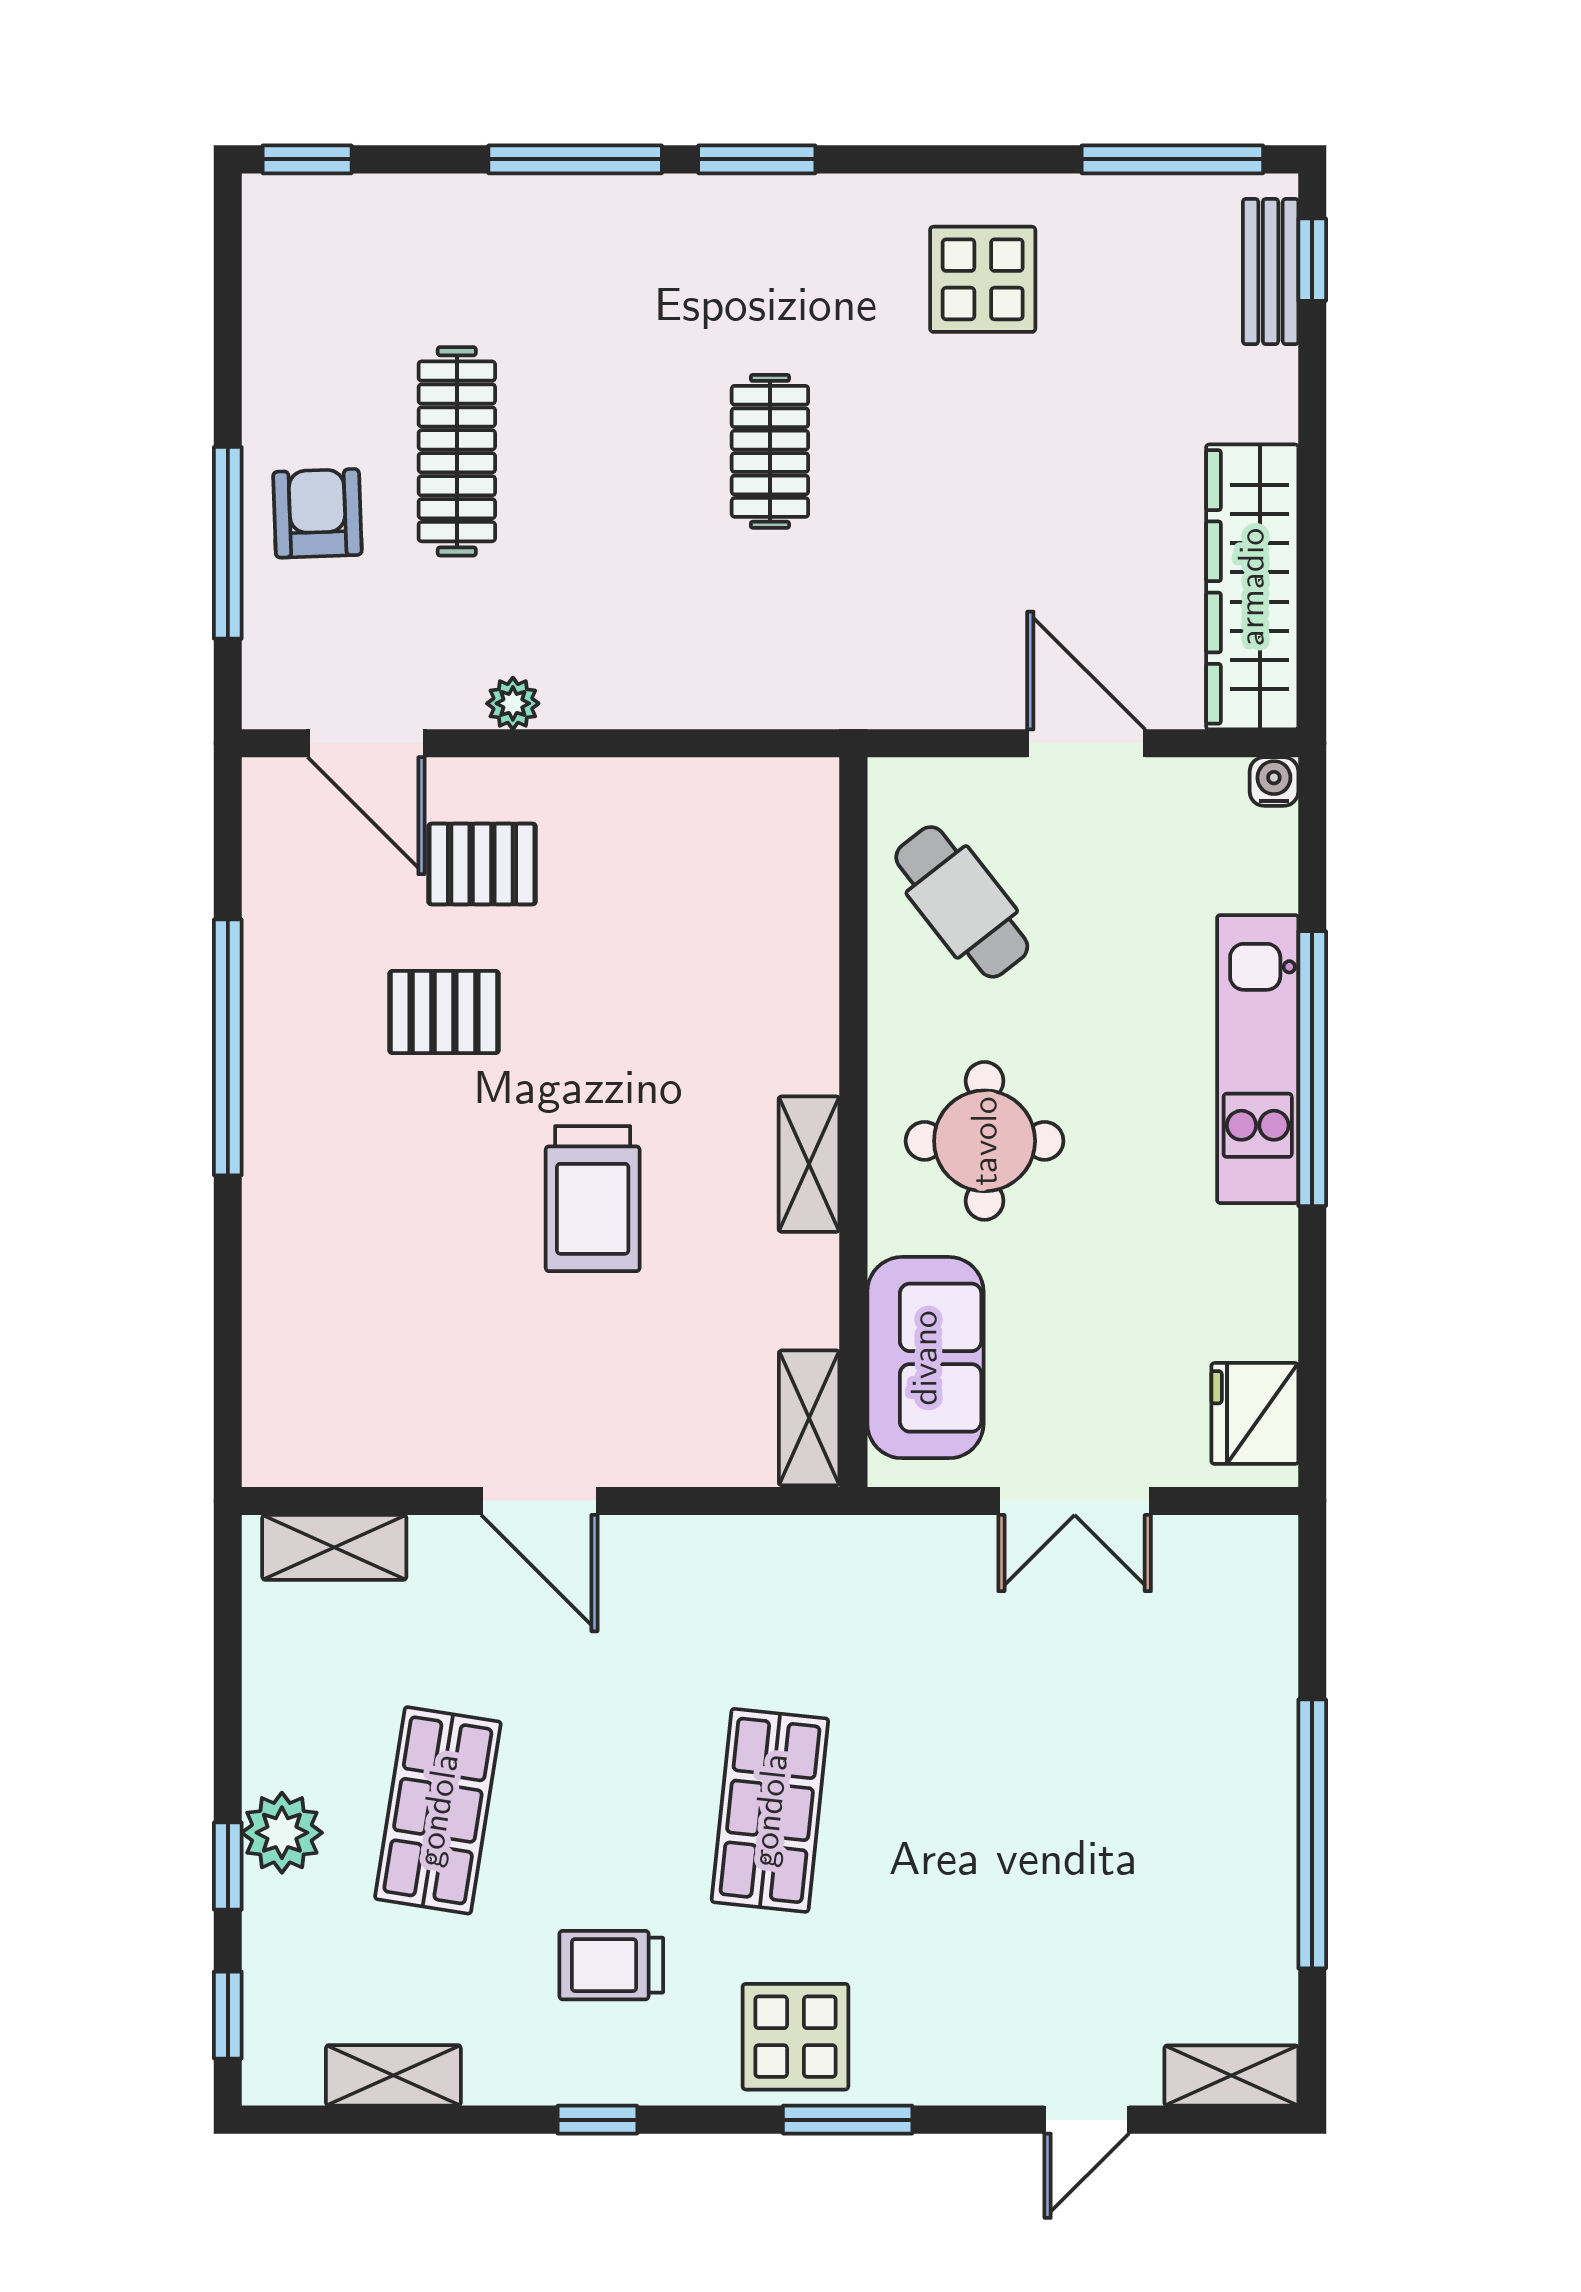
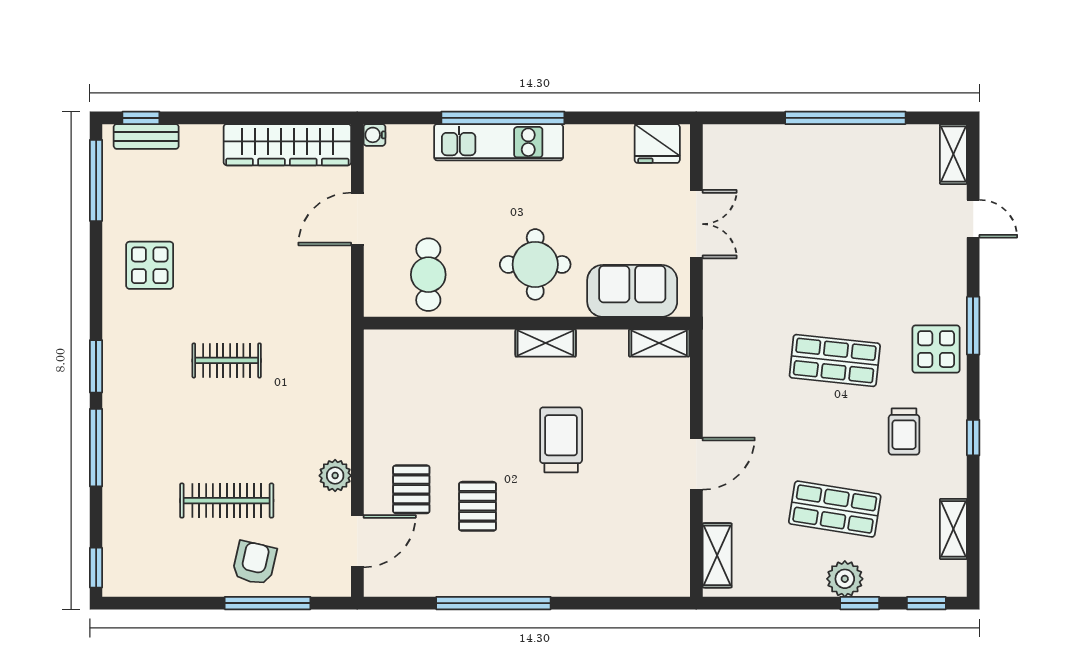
armchair: (317, 513) -> (254, 563), turned 105
plant: (513, 703) -> (335, 476), width x1.38, depth x1.38
cafe table: (962, 902) -> (428, 275), turned -52
trolley: (593, 1199) -> (561, 440), turned -90

